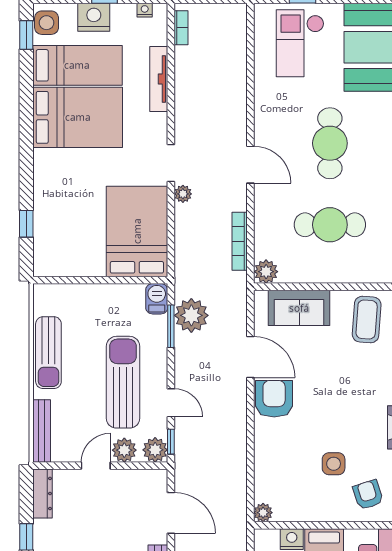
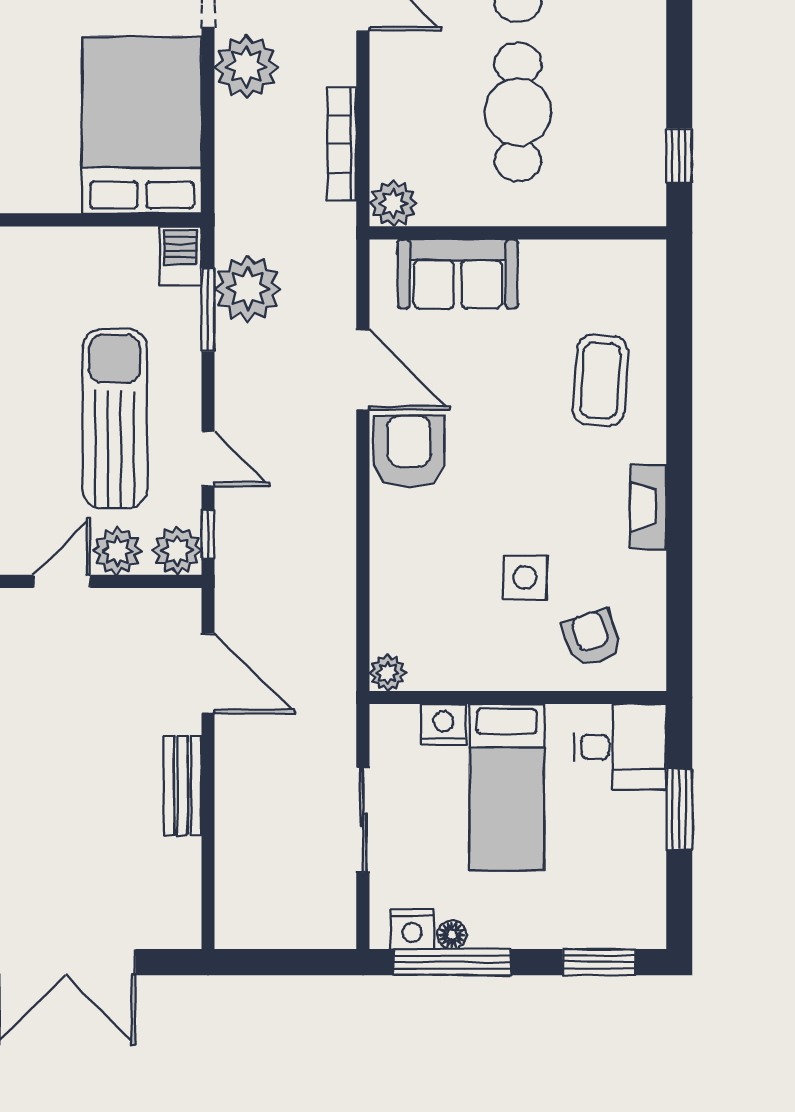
plant: (183, 194) -> (246, 67), width x1.88, depth x1.88
cafe table: (330, 225) -> (518, 112), turned 90
coffee table: (367, 320) -> (600, 380), moved

